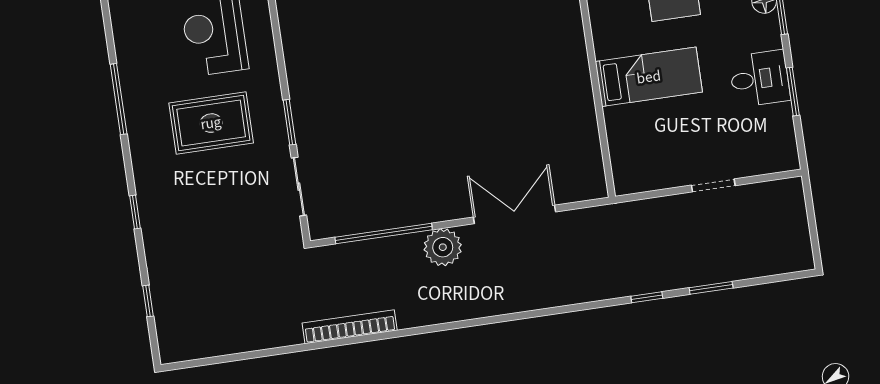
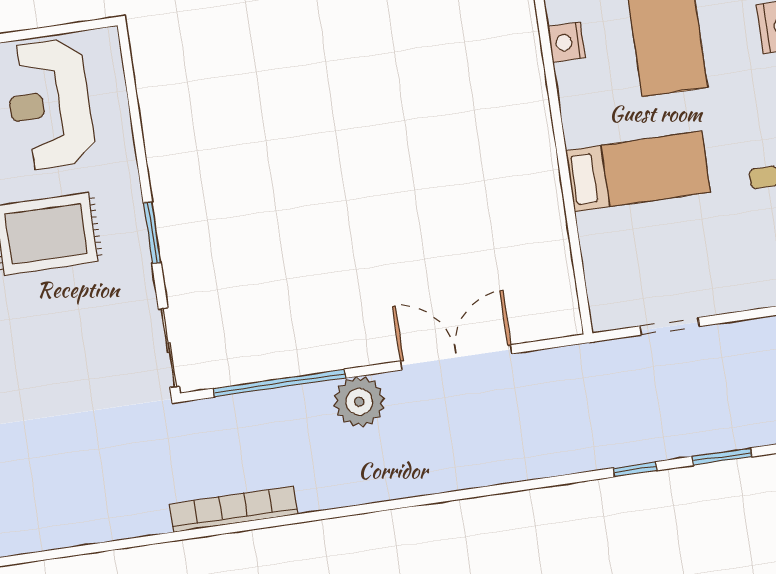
doorway: (713, 185) -> (670, 326), moved
sliding door: (299, 187) -> (169, 348), moved

